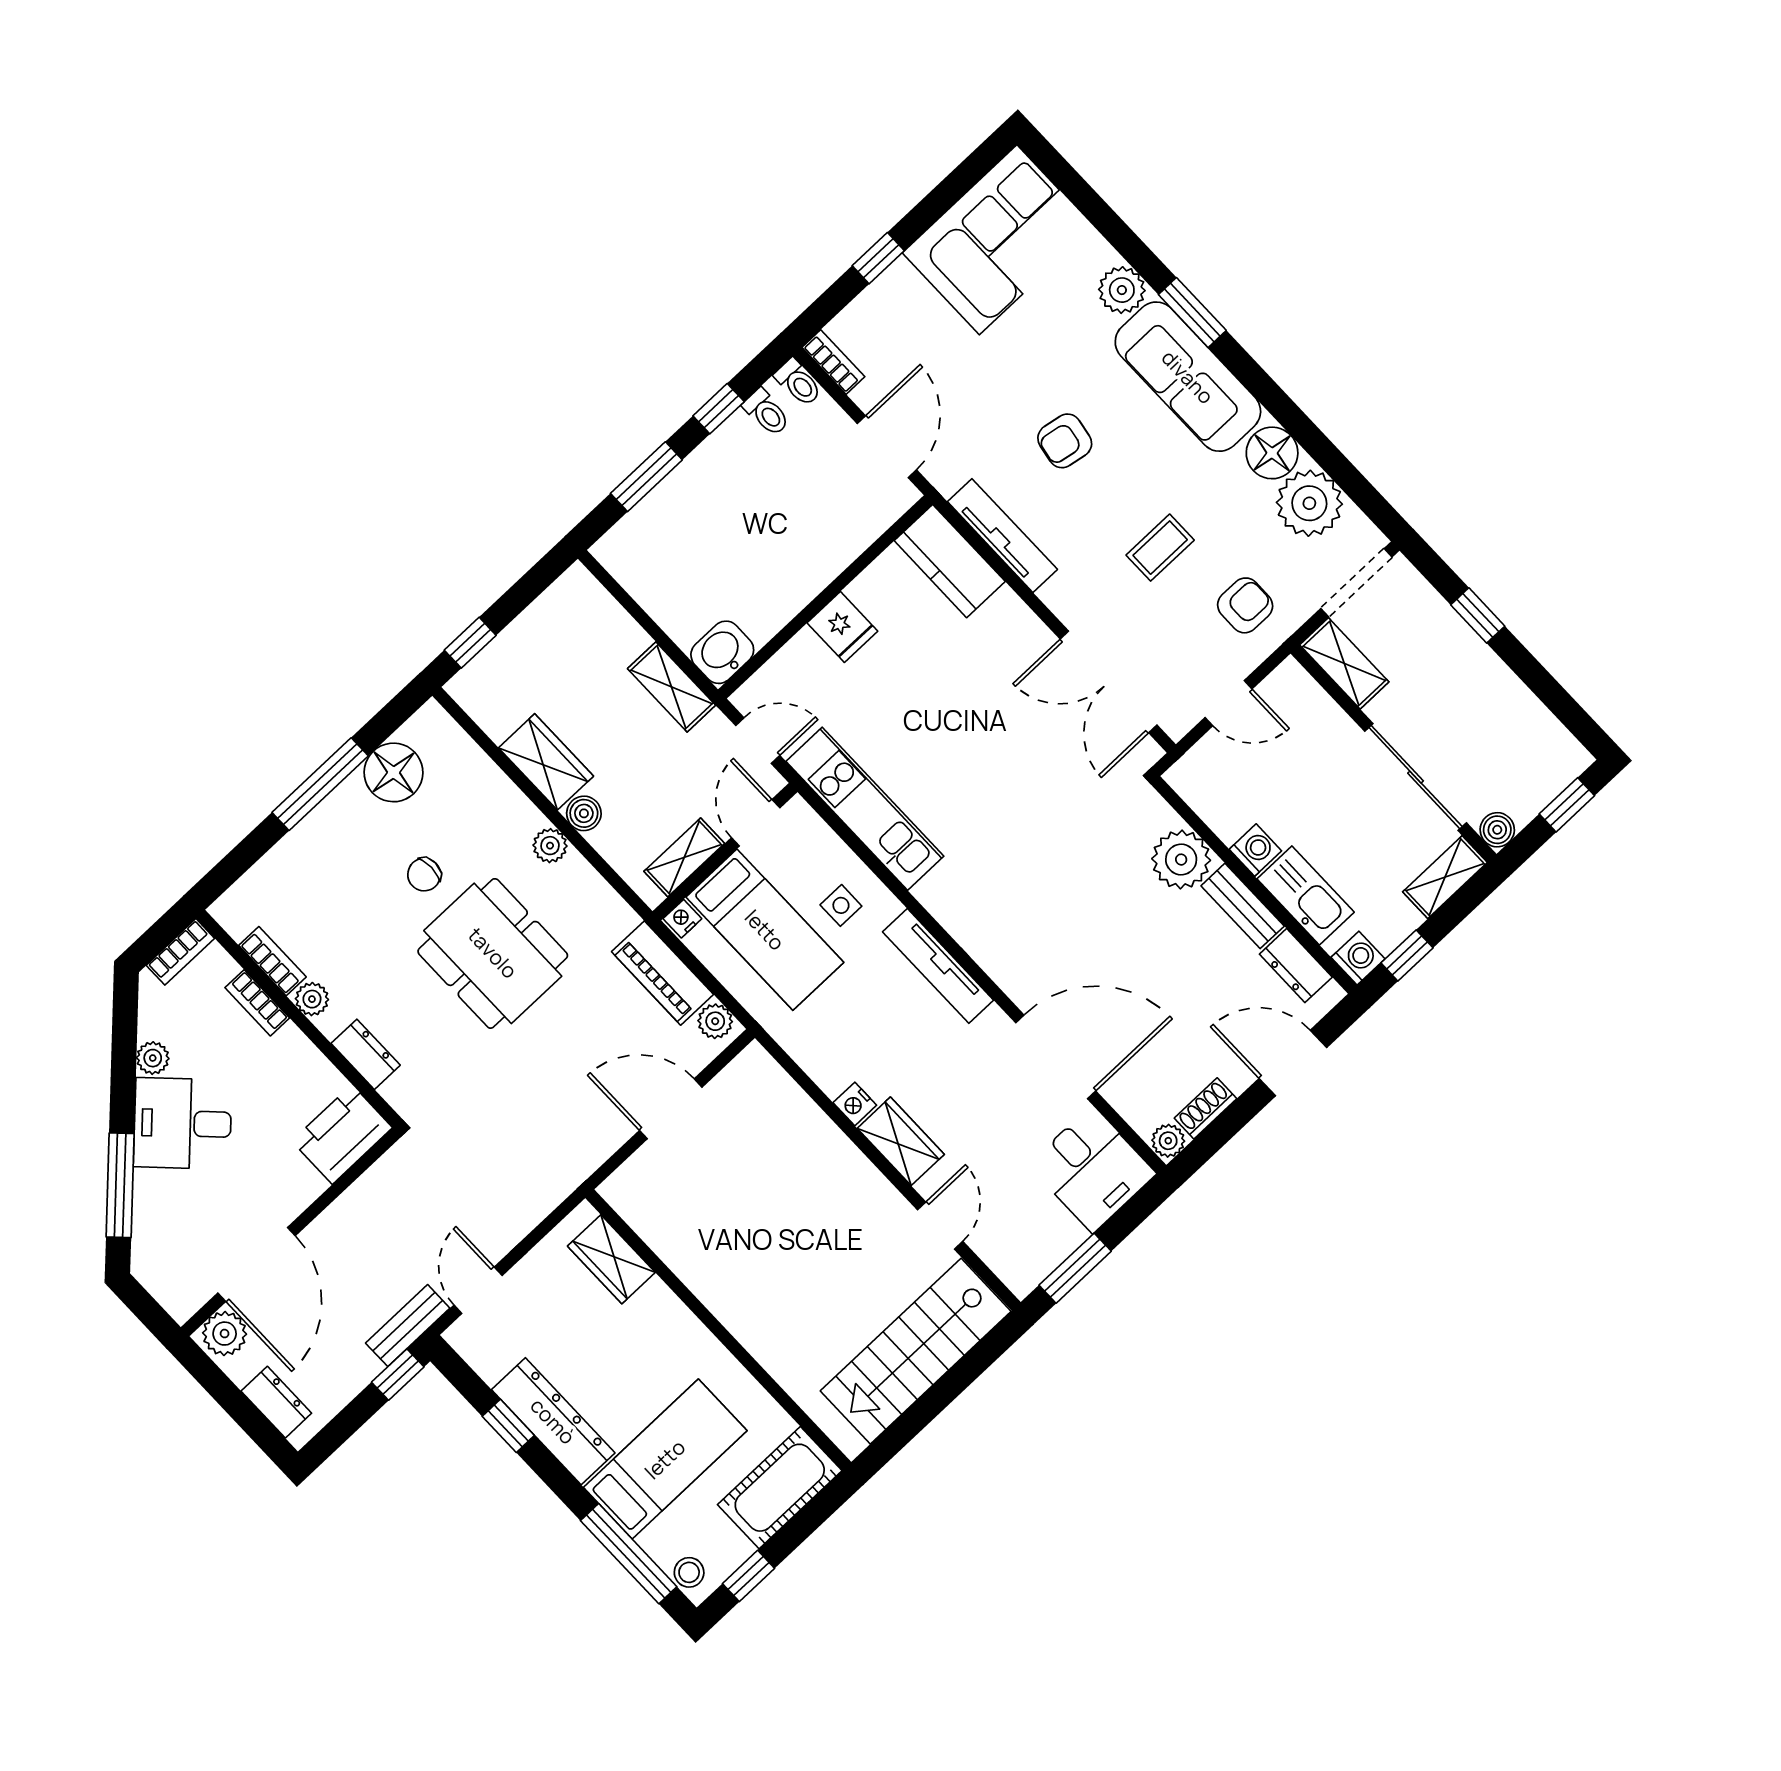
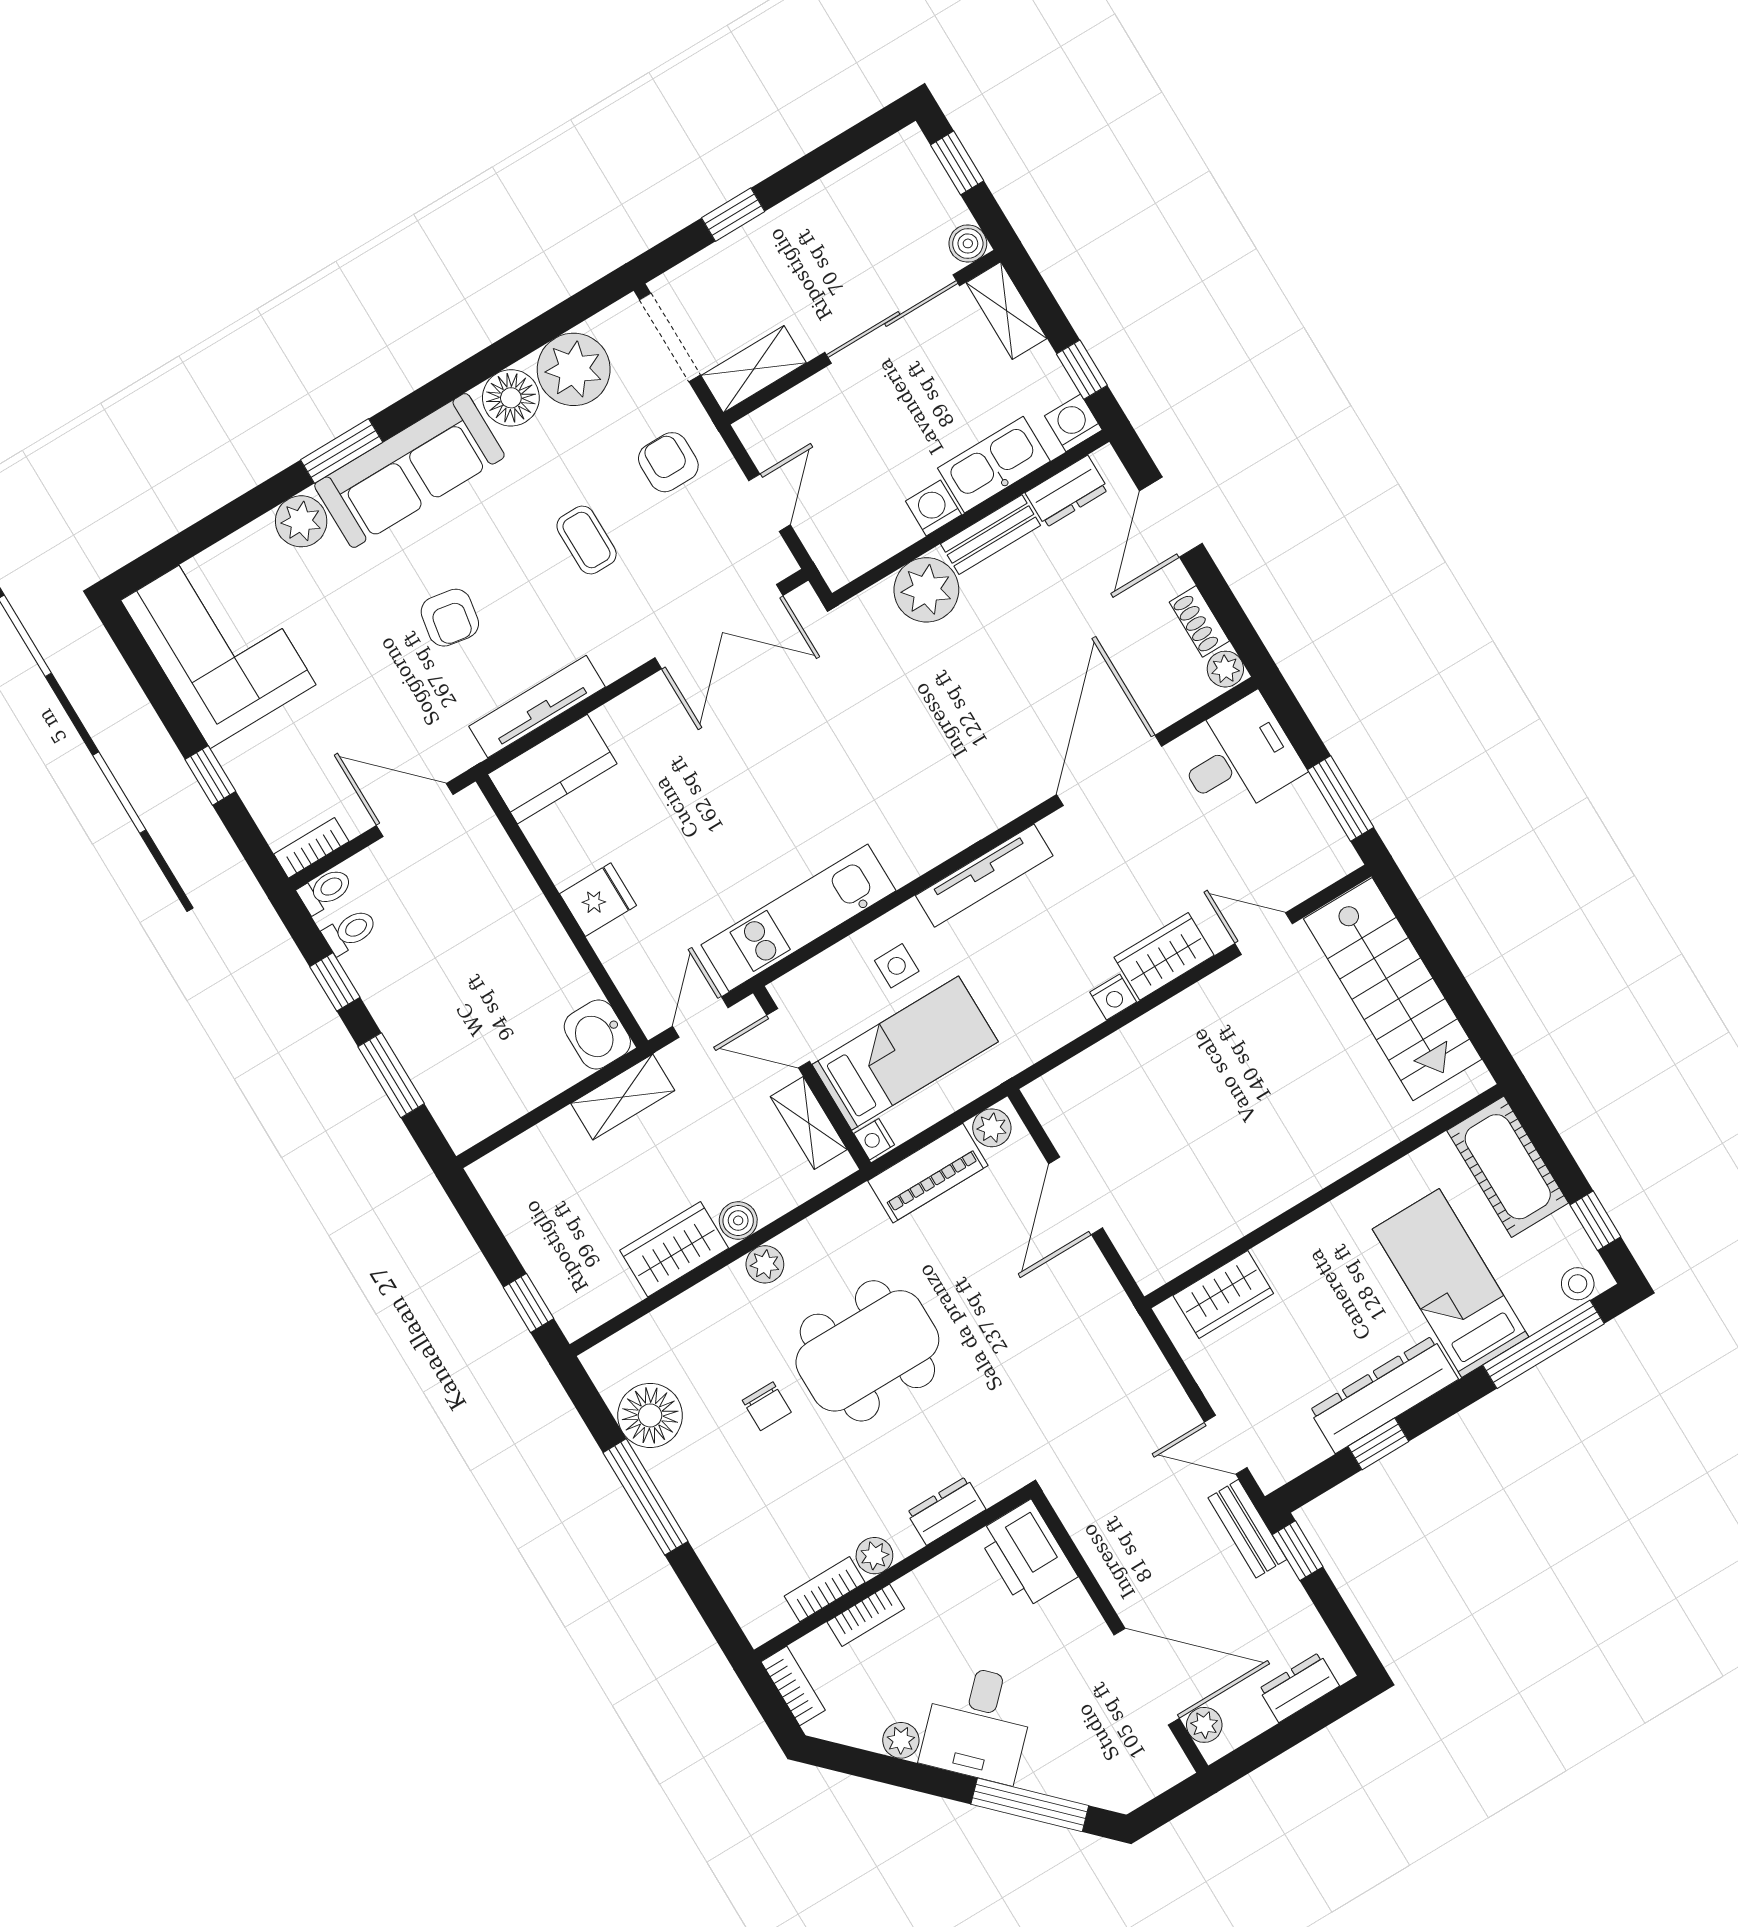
plant: (225, 1334) -> (1204, 1725), width x0.73, depth x0.73

